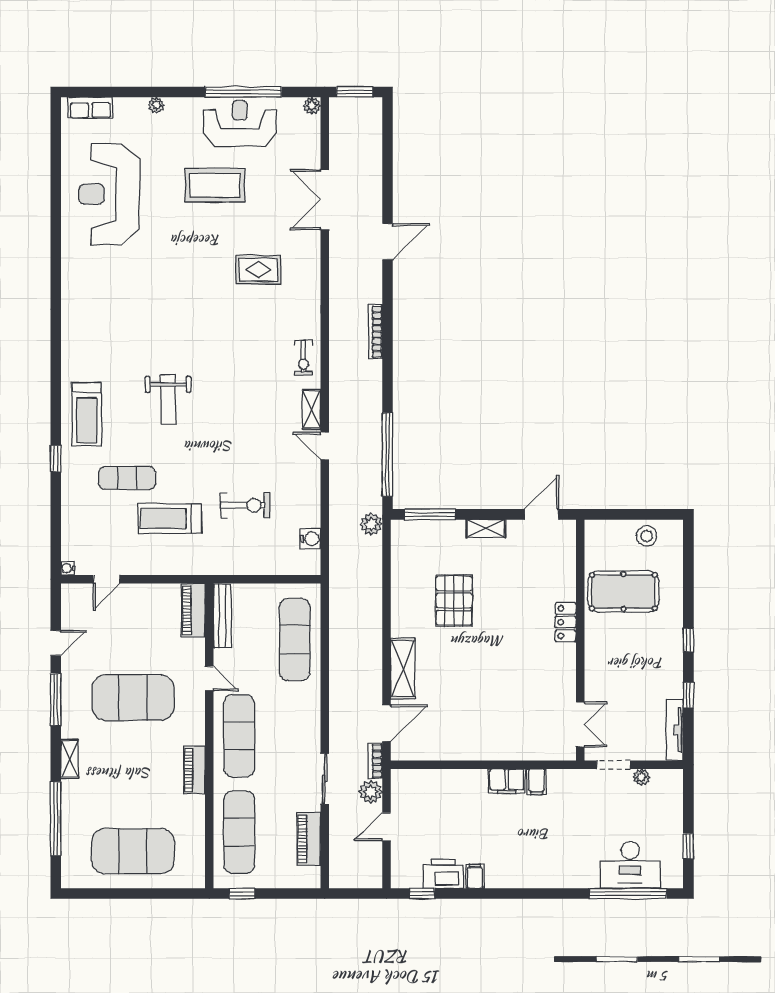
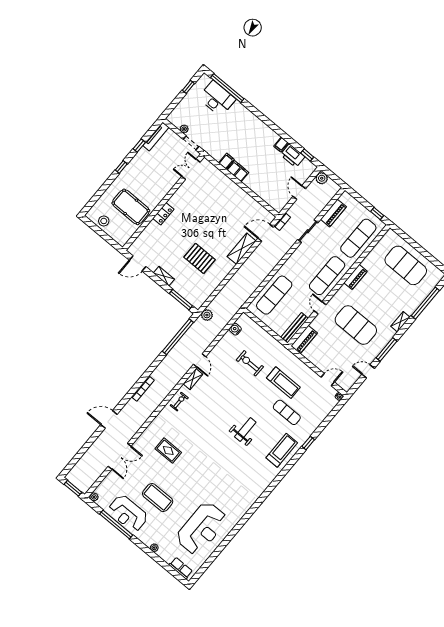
pallet: (454, 601) -> (200, 258), turned 90
plant: (371, 792) -> (322, 178), moved
door: (386, 827) -> (299, 192), swing flipped

